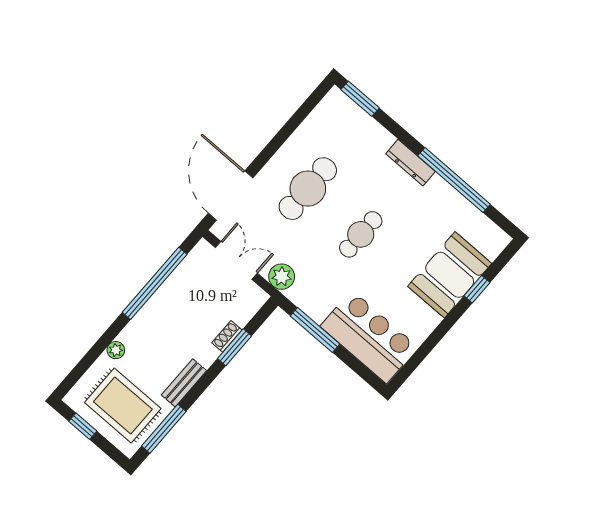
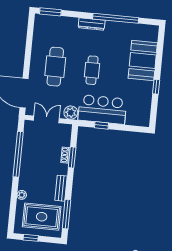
window: (477, 289) -> (156, 87), moved
window: (315, 330) -> (101, 125), width x0.46
bar counter: (369, 337) -> (102, 109), moved

